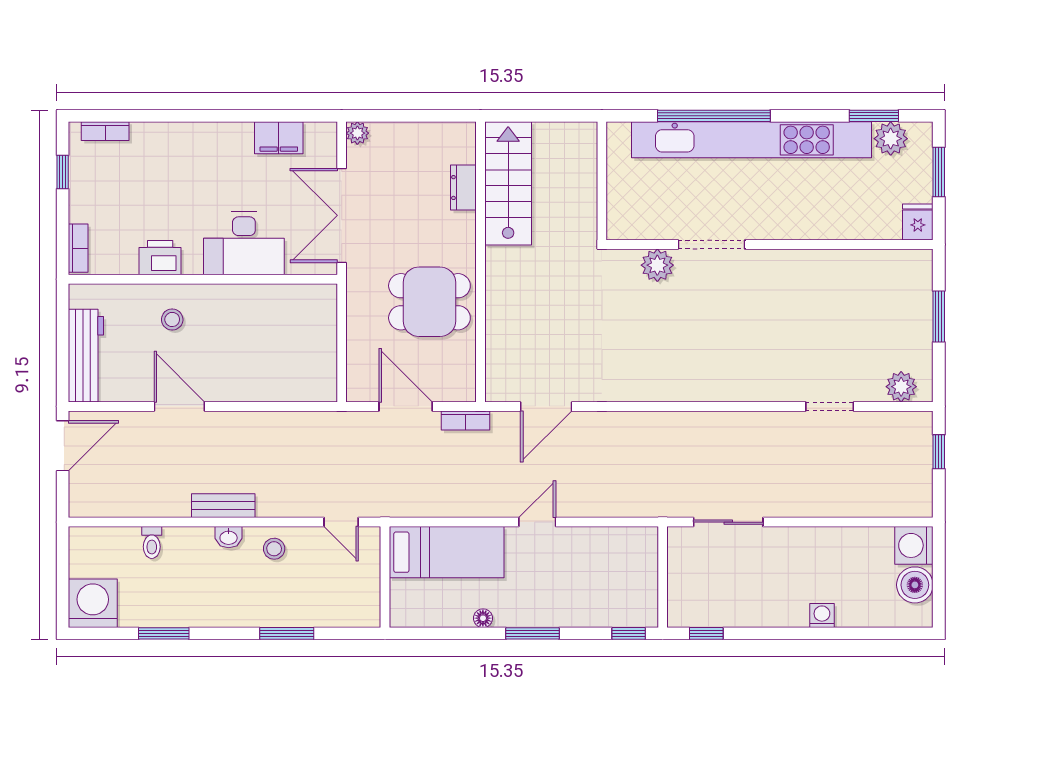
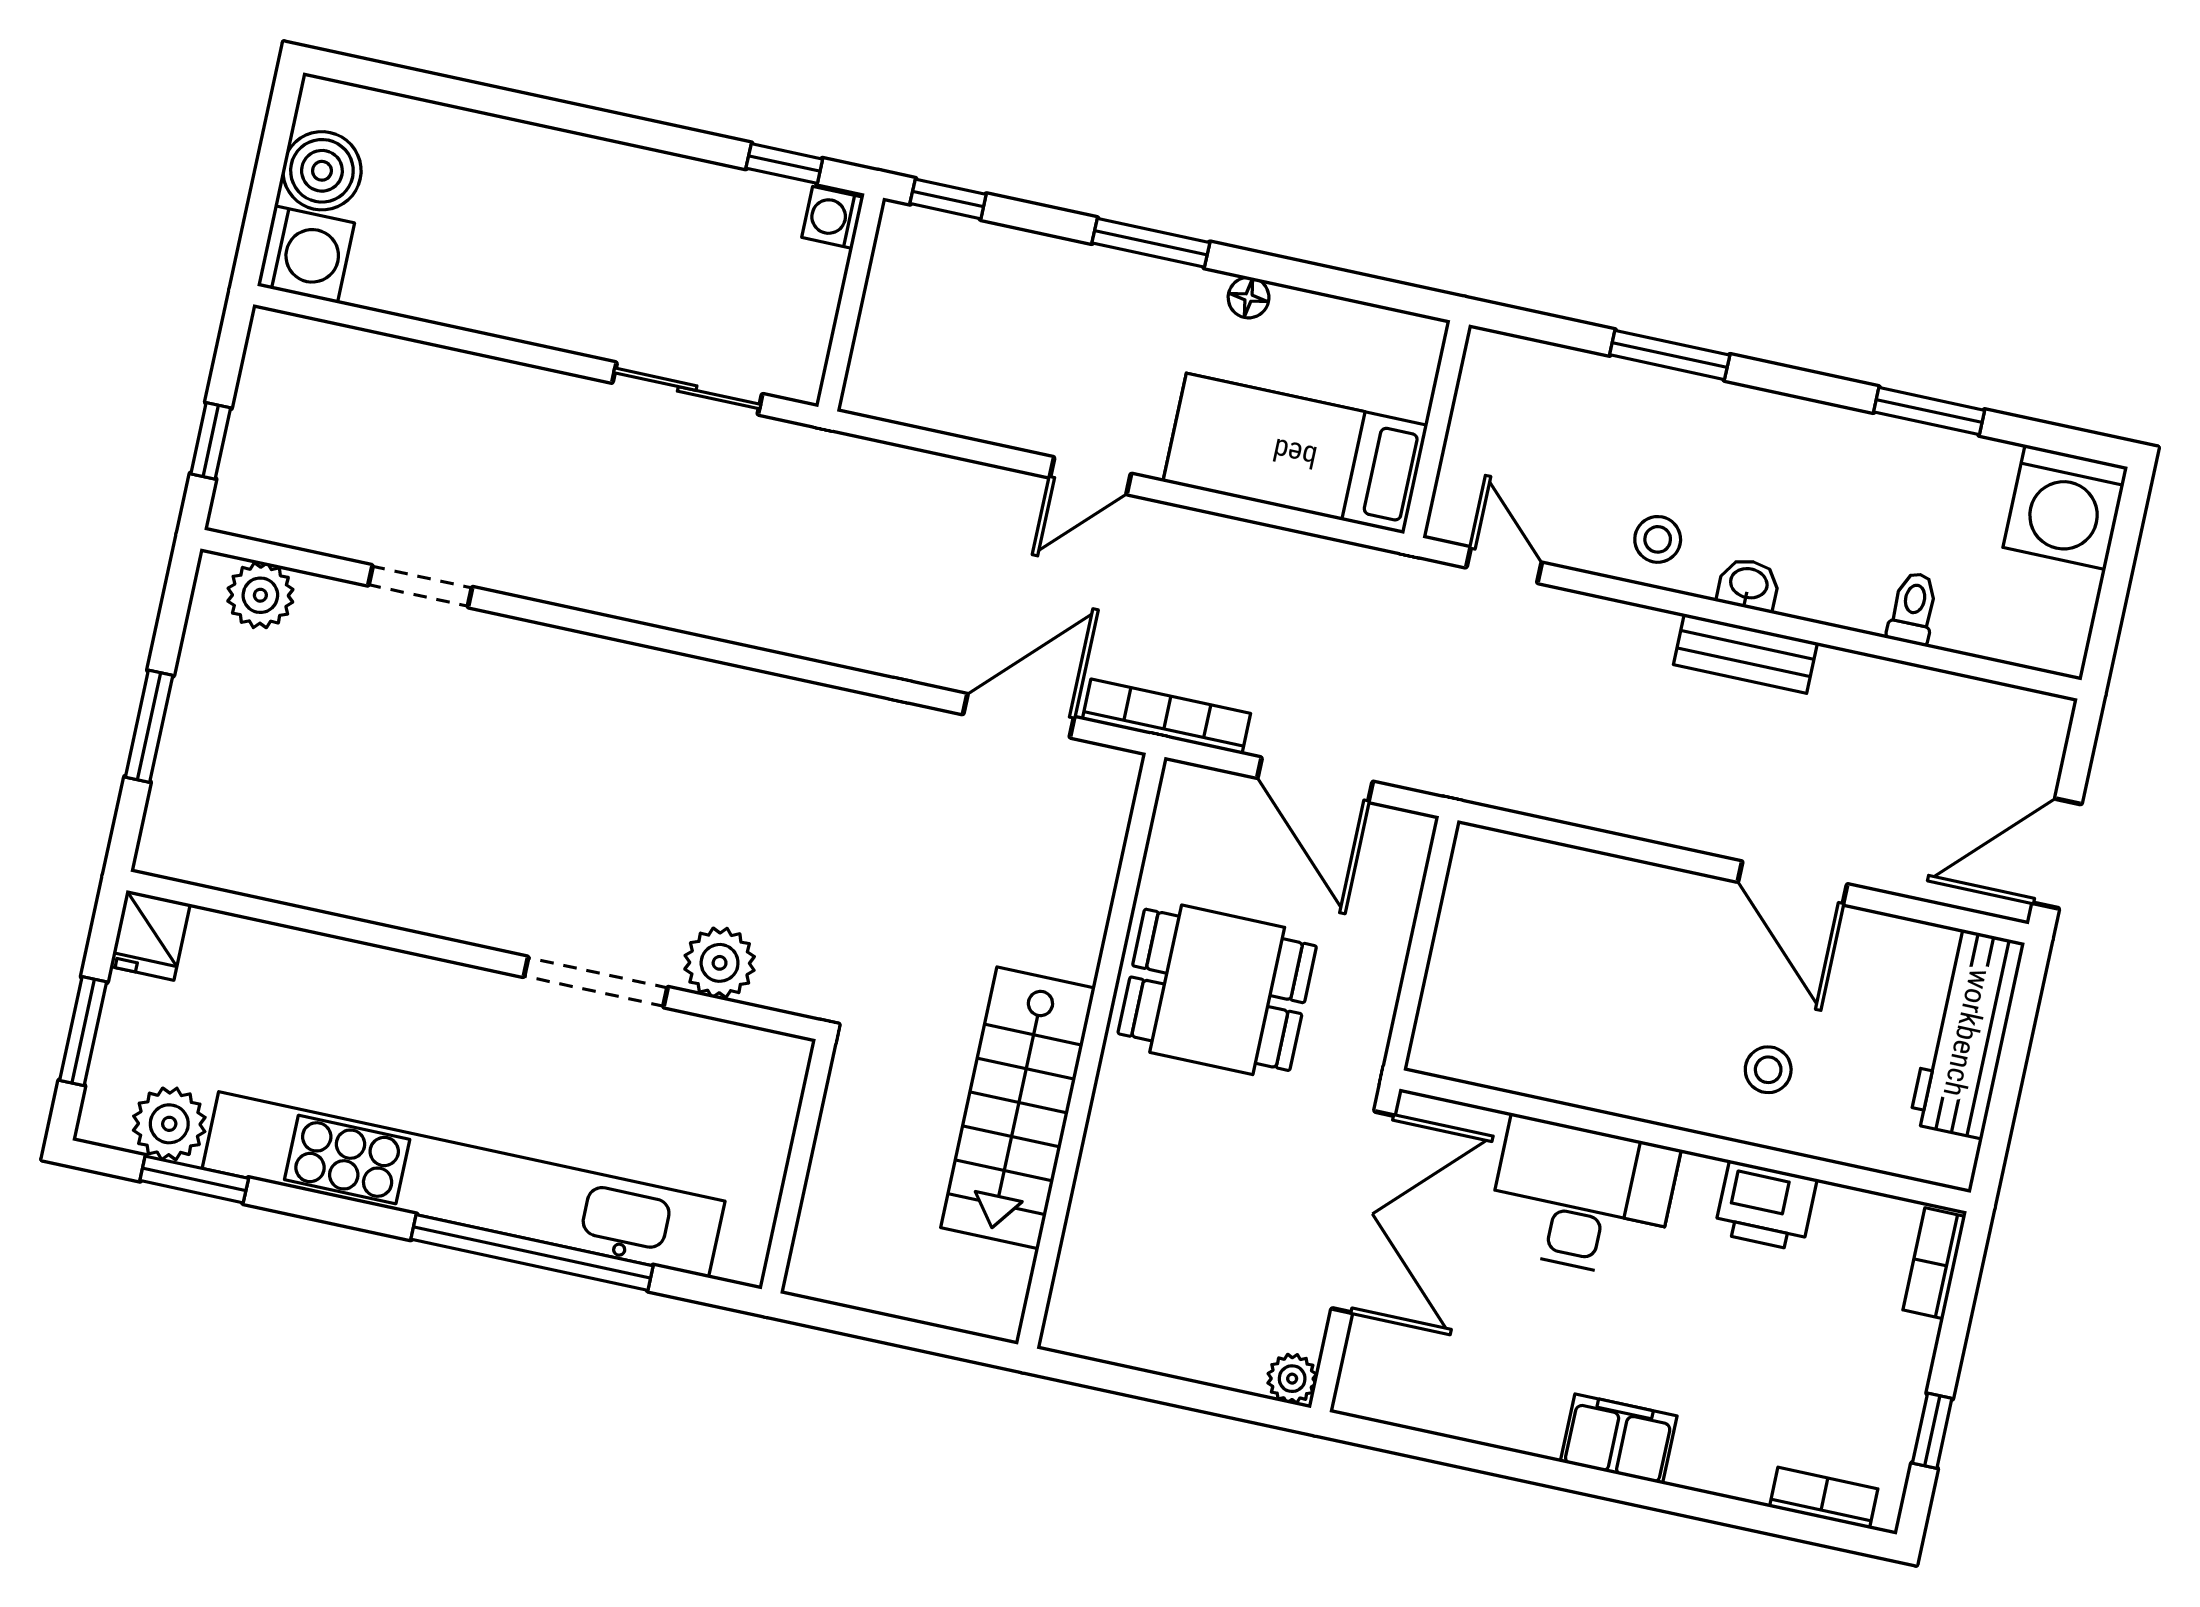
filing cabinet: (279, 138) -> (1619, 1439), moved
stairs: (508, 183) -> (1018, 1108), moved
dresser: (463, 188) -> (1093, 1215), removed
bookcase: (466, 420) -> (1166, 717), width x1.56
washing machine: (822, 616) -> (833, 217), moved, turned 90

